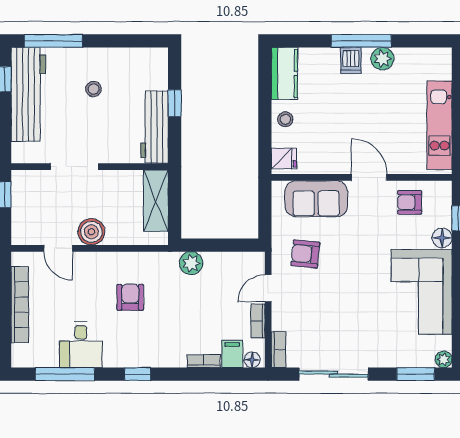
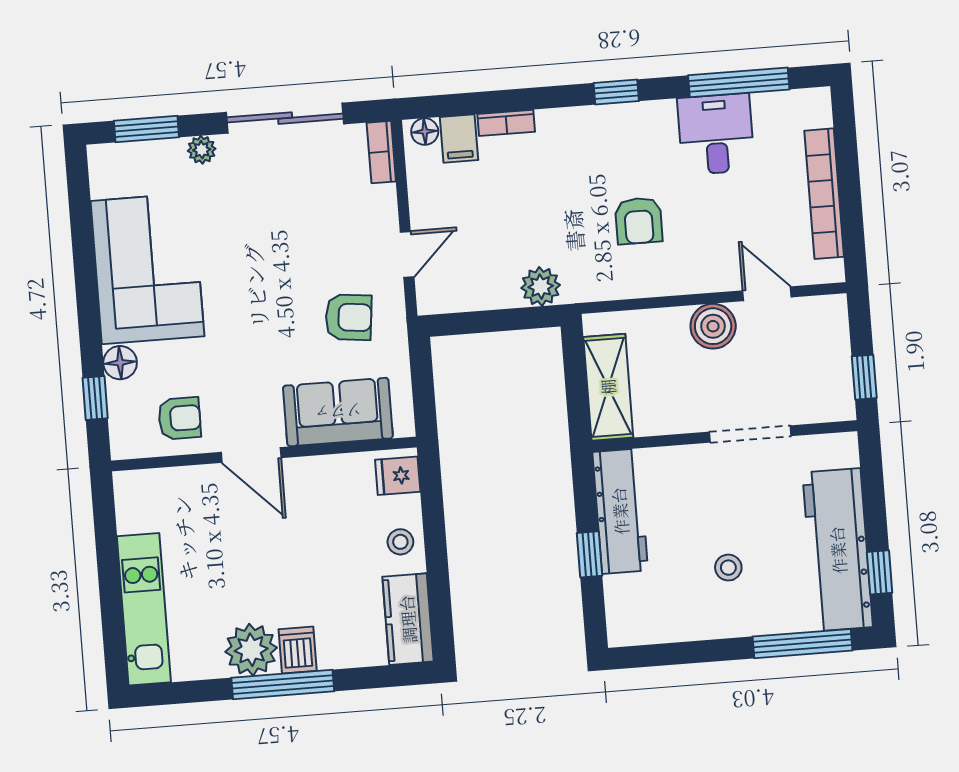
plant: (382, 59) -> (251, 650), width x1.36, depth x1.36
kitchen unit: (439, 125) -> (144, 609), moved
bookcase: (258, 321) -> (420, 198), removed
plant: (444, 359) -> (202, 150), moved

